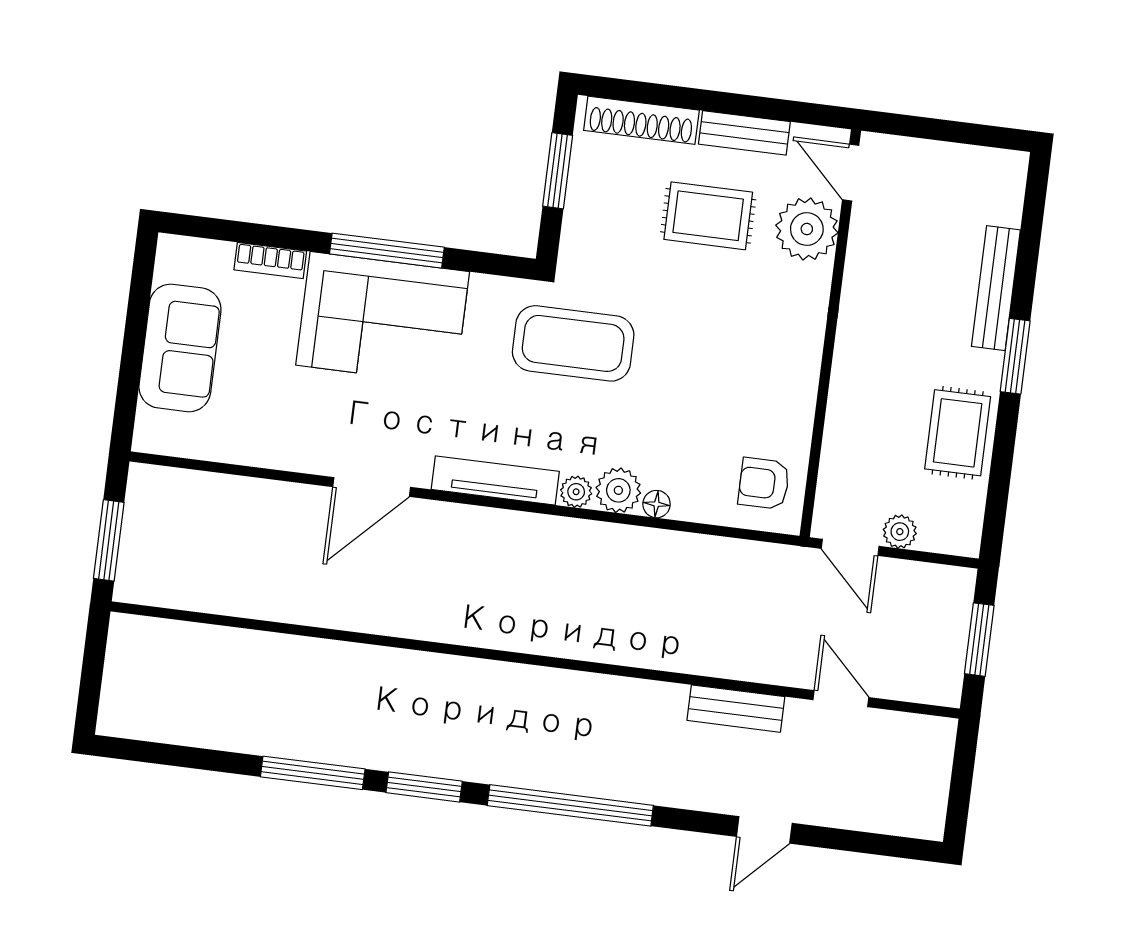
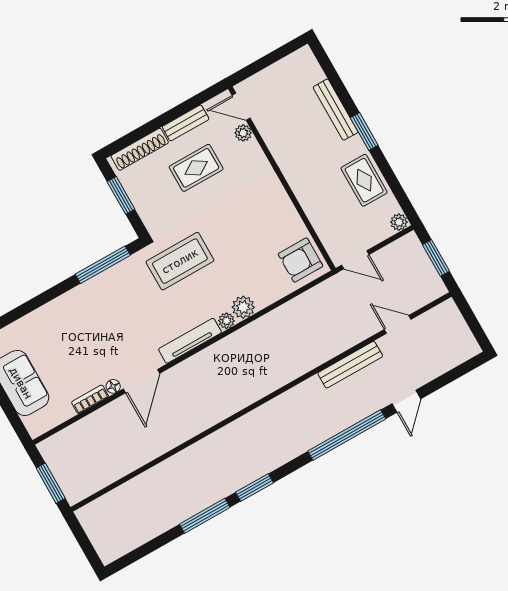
plant: (807, 229) -> (243, 133), width x0.53, depth x0.53
window: (387, 251) -> (103, 265), moved
bookcase: (270, 260) -> (90, 399), moved, turned 180
corner sofa: (383, 318) -> (95, 309), removed
armchair: (764, 483) -> (300, 260), width x1.38, depth x1.38
floor lamp: (657, 504) -> (113, 386), moved
plant: (900, 532) -> (399, 222), moved
bench: (736, 709) -> (350, 365), width x1.36
window: (570, 805) -> (347, 435), moved

